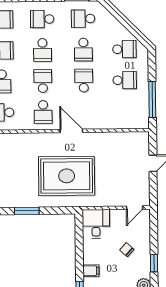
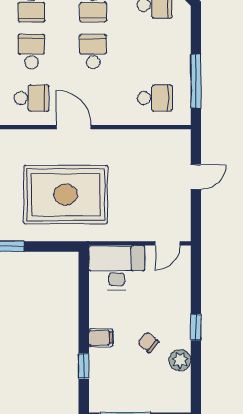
school desk: (125, 80) -> (155, 98), moved
school desk: (43, 112) -> (31, 98), turned -90
desk: (96, 224) -> (117, 267), width x1.37
chair: (127, 250) -> (148, 342), moved

